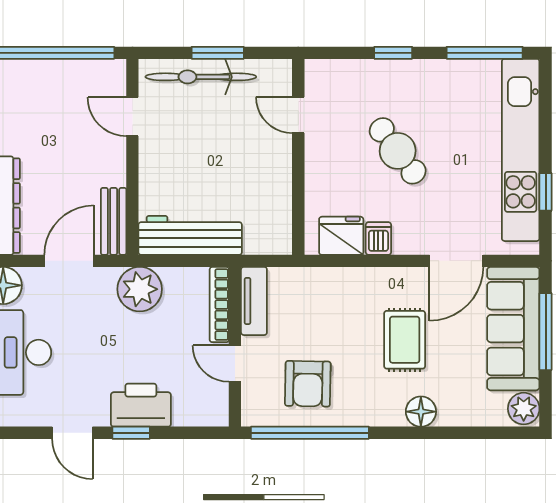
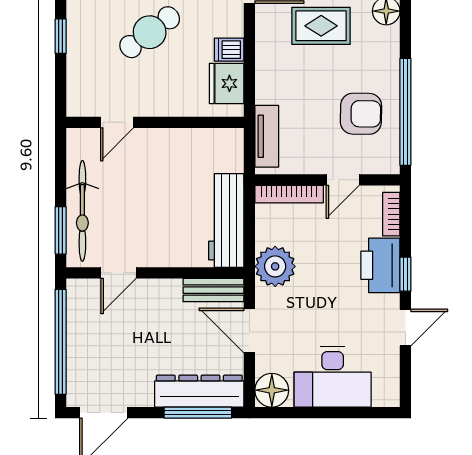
window: (218, 53) -> (61, 230), moved
tv unit: (254, 301) -> (267, 136), moved, turned 90
bookcase: (197, 417) -> (391, 214), added

